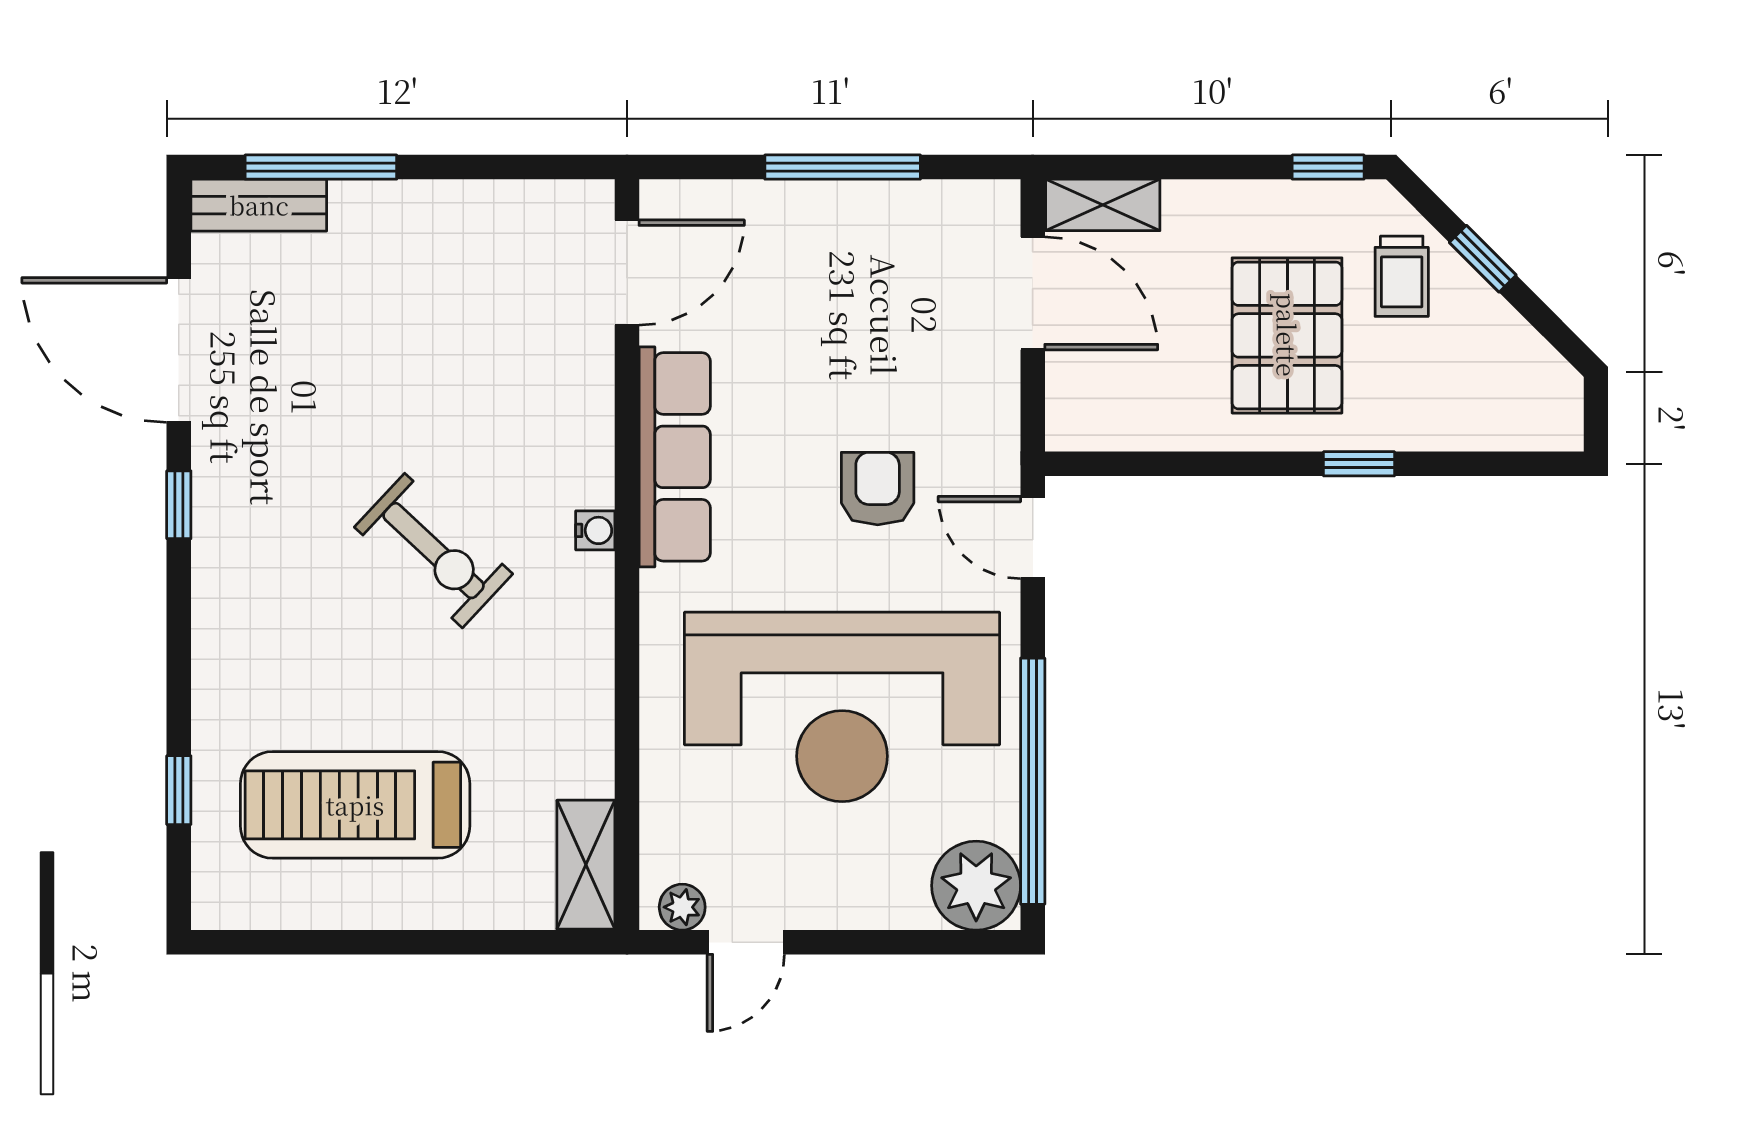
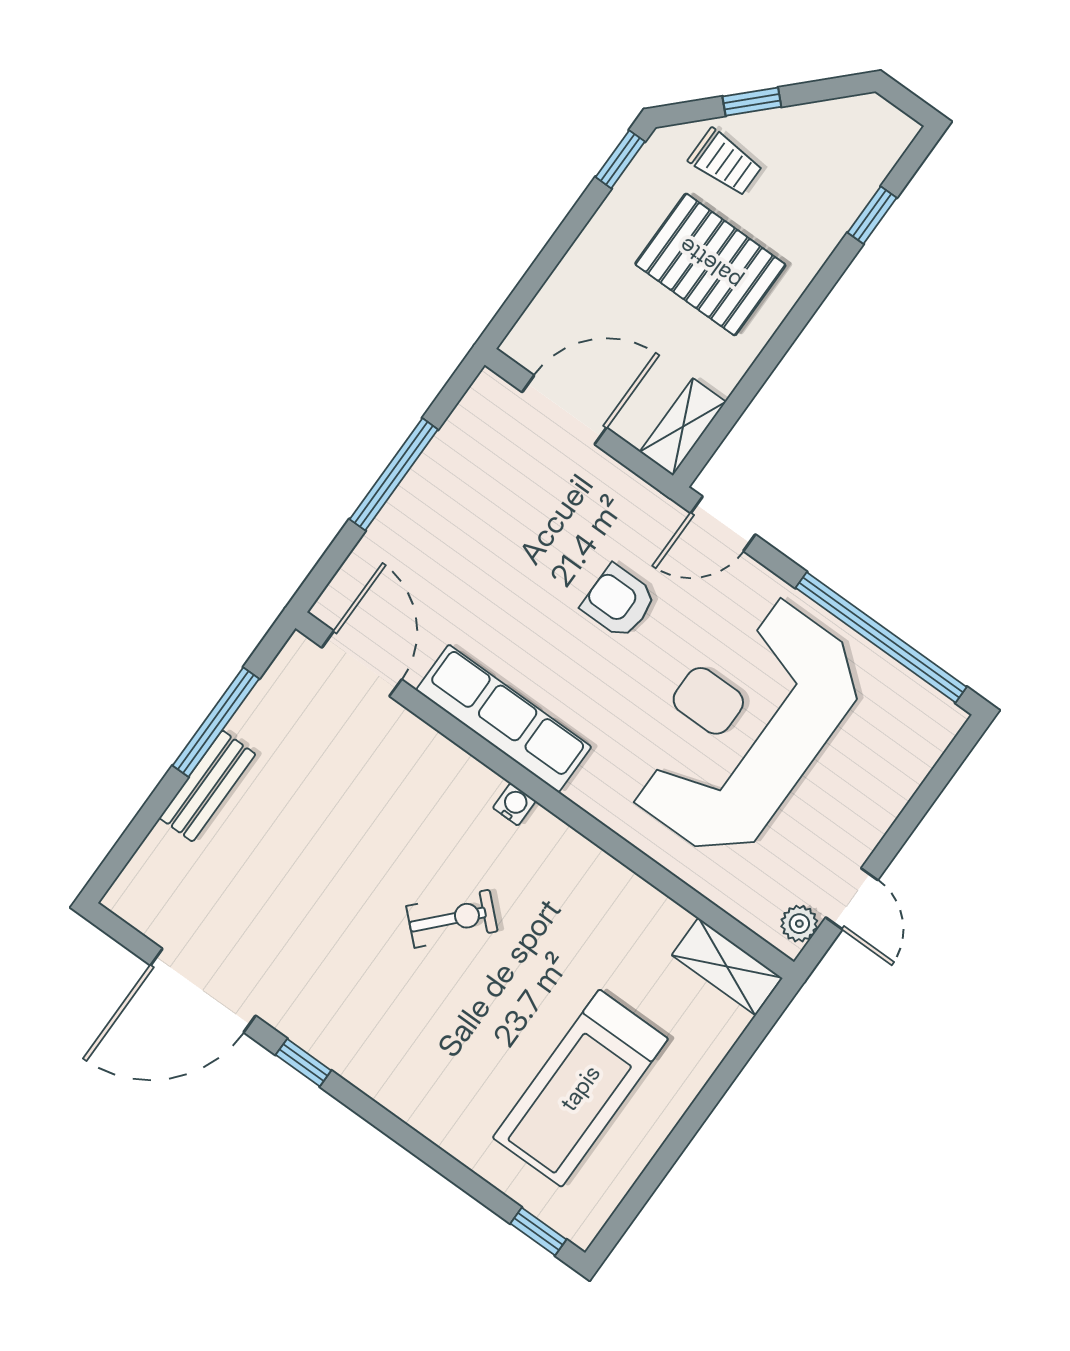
window: (321, 167) -> (216, 722), moved
bench: (259, 205) -> (207, 786), moved
shelving: (1103, 205) -> (683, 427), moved
window: (1359, 464) -> (872, 215), moved
exercise bike: (434, 551) -> (452, 919), width x0.73, depth x0.72
reception desk: (842, 707) -> (744, 726), turned 180
window: (179, 790) -> (538, 1231), moved
plant: (976, 886) -> (922, 723), removed

